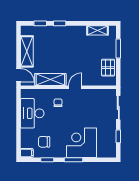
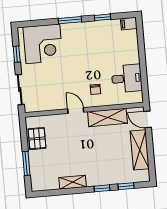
shelving: (97, 30) -> (73, 182), moved
door: (75, 87) -> (76, 110), swing flipped
desk: (32, 113) -> (127, 78), width x0.73
chair: (44, 142) -> (108, 39), removed
corner desk: (82, 143) -> (43, 44), moved

